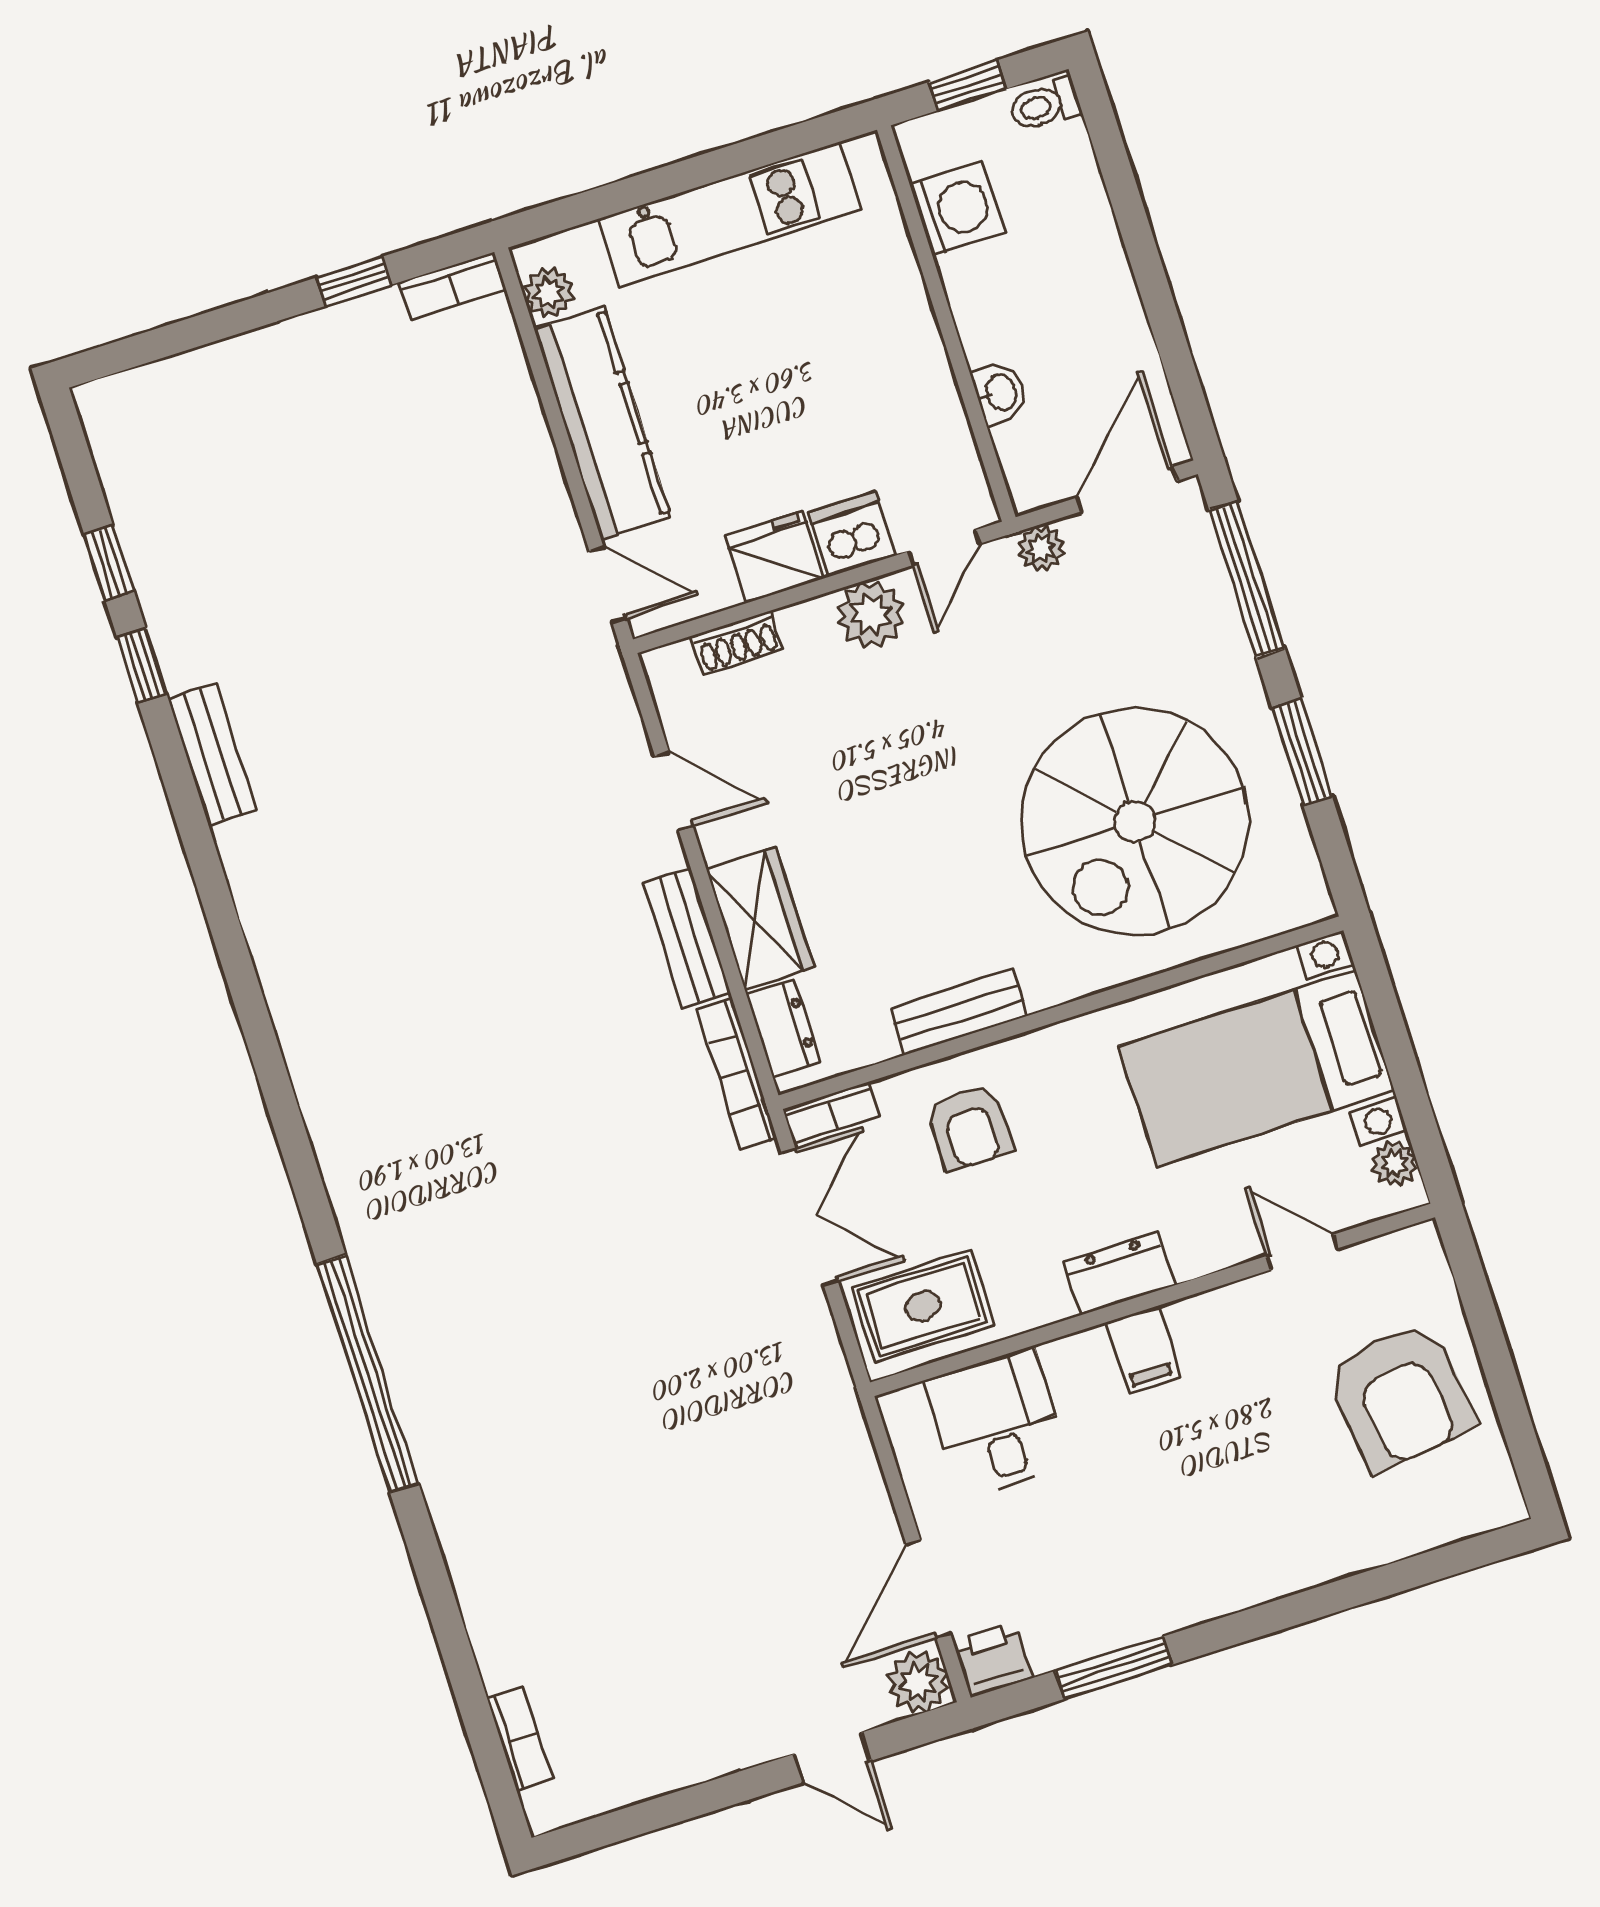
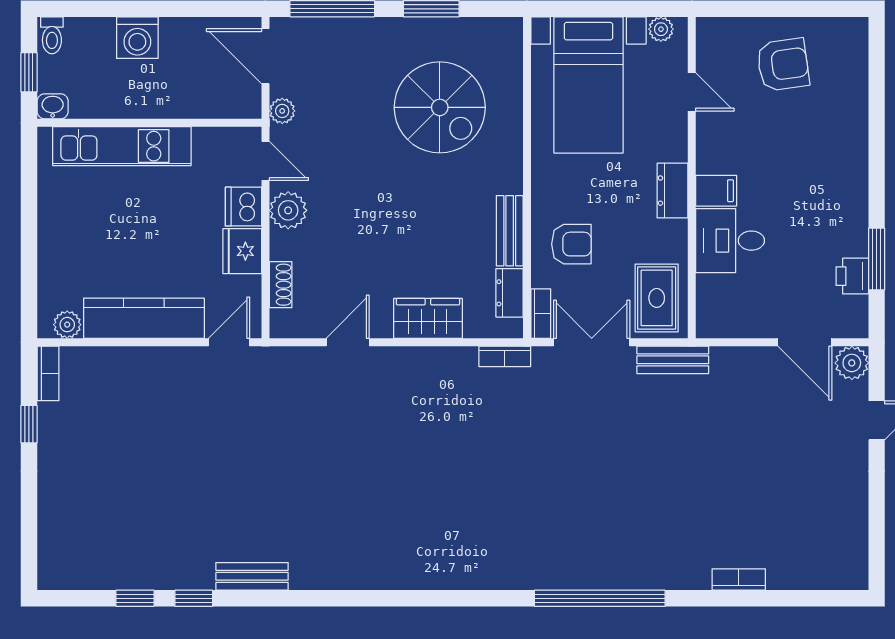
washing machine: (957, 209) -> (137, 38), moved, turned 180
kitchen unit: (730, 214) -> (122, 146), moved, turned 90
washbasin: (1000, 393) -> (53, 106), moved
spiral stairs: (1135, 821) -> (440, 107), width x0.73, depth x0.73
bench: (687, 938) -> (673, 360), moved
dresser: (783, 1029) -> (510, 293), moved, turned -90
bookcase: (737, 1073) -> (505, 356), width x0.64
door: (1302, 1252) -> (692, 92), swing flipped
armchair: (1400, 1396) -> (783, 65), width x0.73, depth x0.73
desk: (997, 1423) -> (730, 241), moved
printer: (993, 1660) -> (852, 276), moved
bookcase: (520, 1738) -> (739, 579), moved

